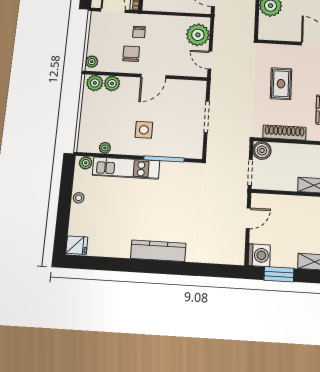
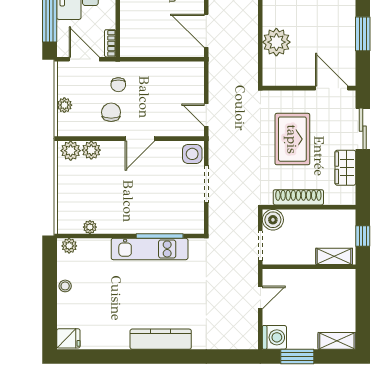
plant: (198, 35) -> (190, 84), removed
plant: (92, 62) -> (64, 105), moved
rug: (281, 84) -> (292, 139), width x1.36, depth x1.43
side table: (144, 130) -> (192, 154), moved
kitchen unit: (126, 168) -> (150, 249), moved

